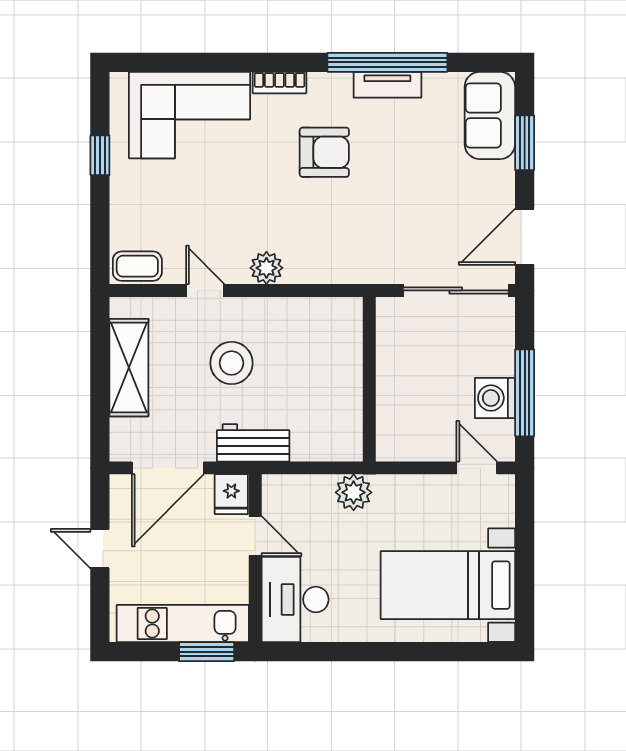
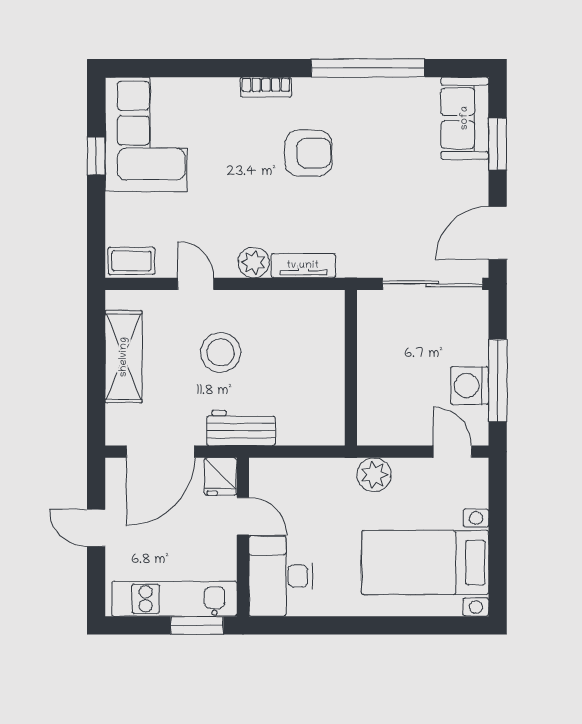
tv unit: (387, 85) -> (303, 266), moved, turned 180
corner sofa: (190, 115) -> (146, 134), moved, turned -90
plant: (354, 492) -> (374, 475), moved

